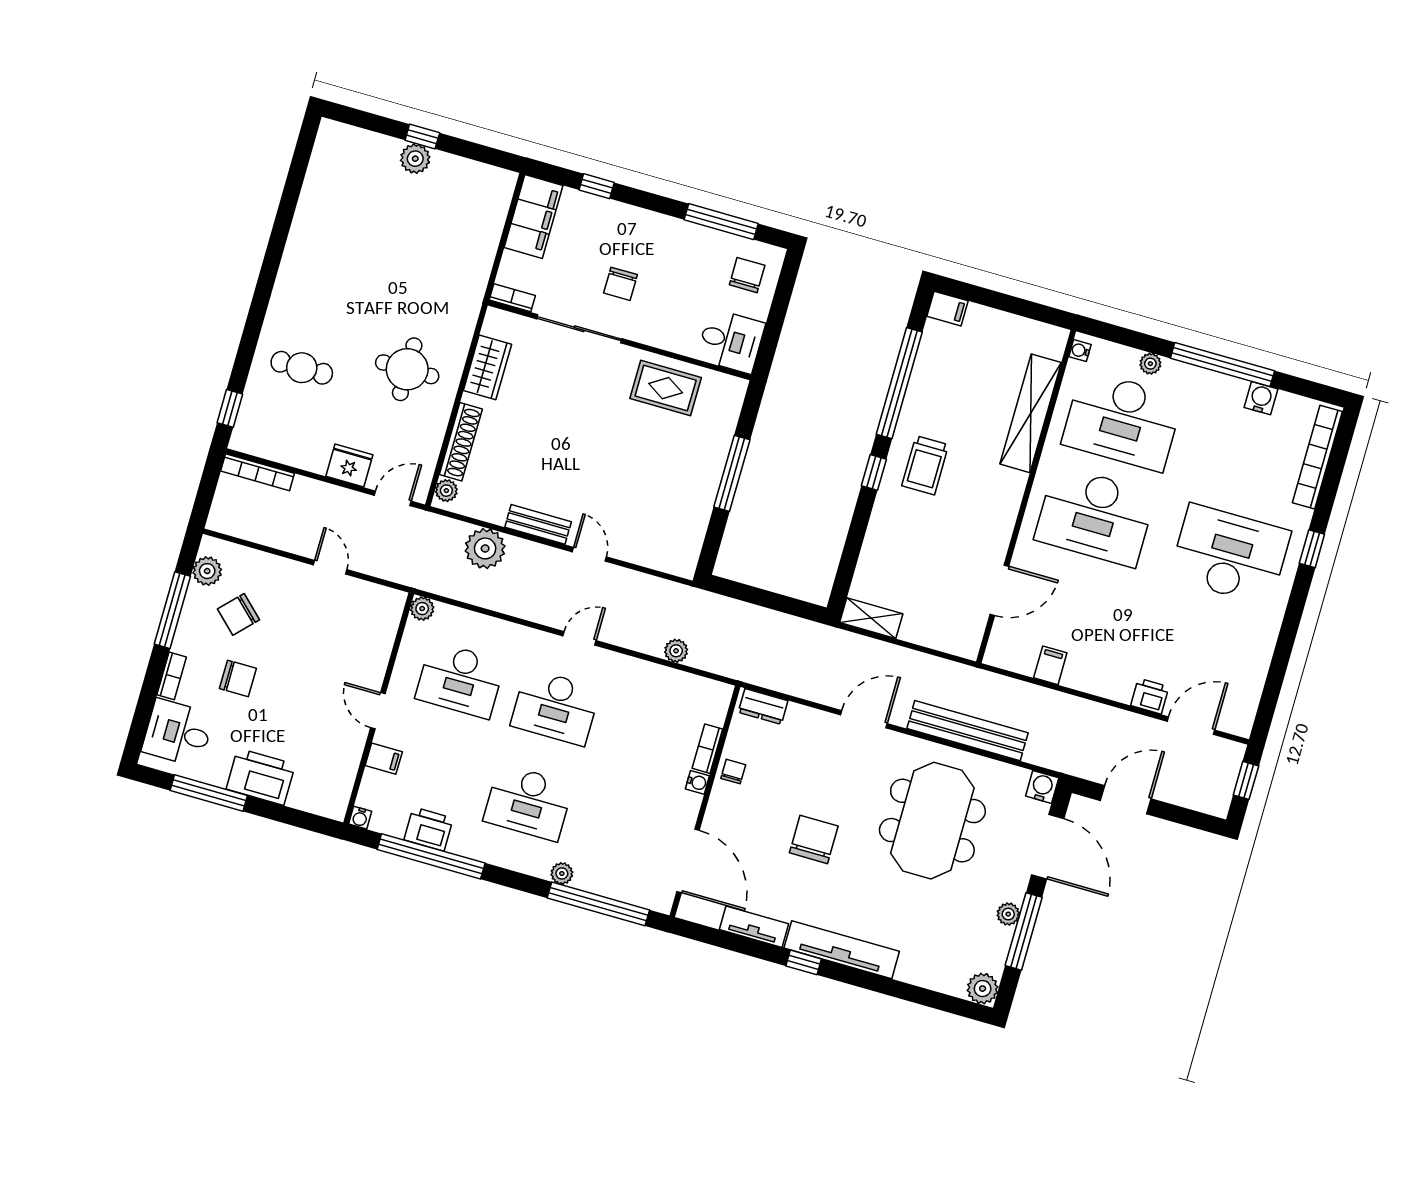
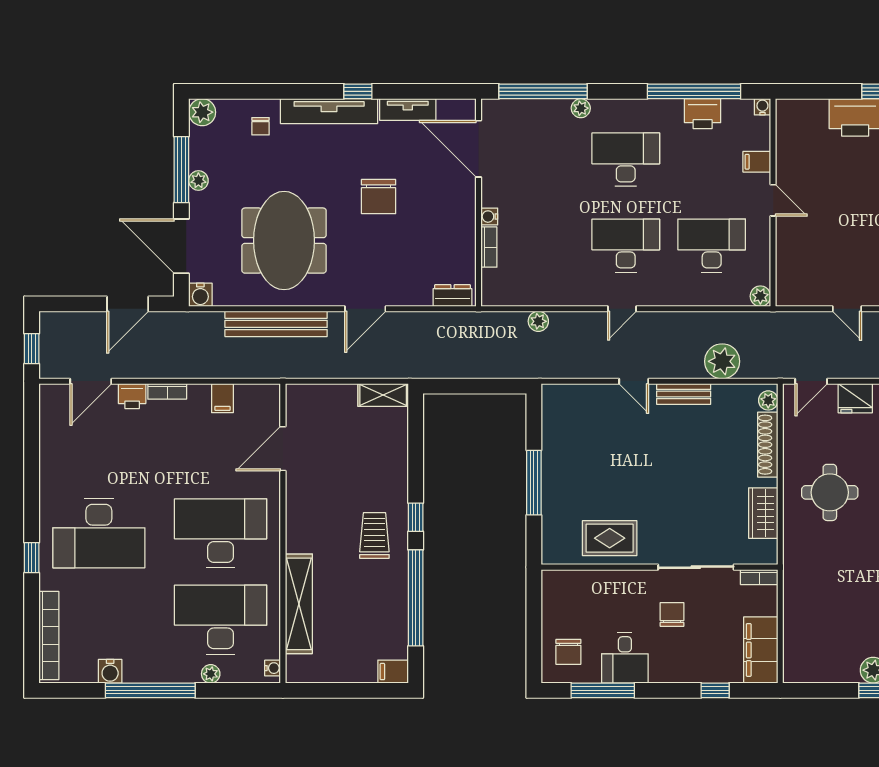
desk: (731, 341) -> (625, 658), moved, turned -90
bookcase: (1109, 690) -> (167, 391), added
chair: (733, 772) -> (260, 126), moved

